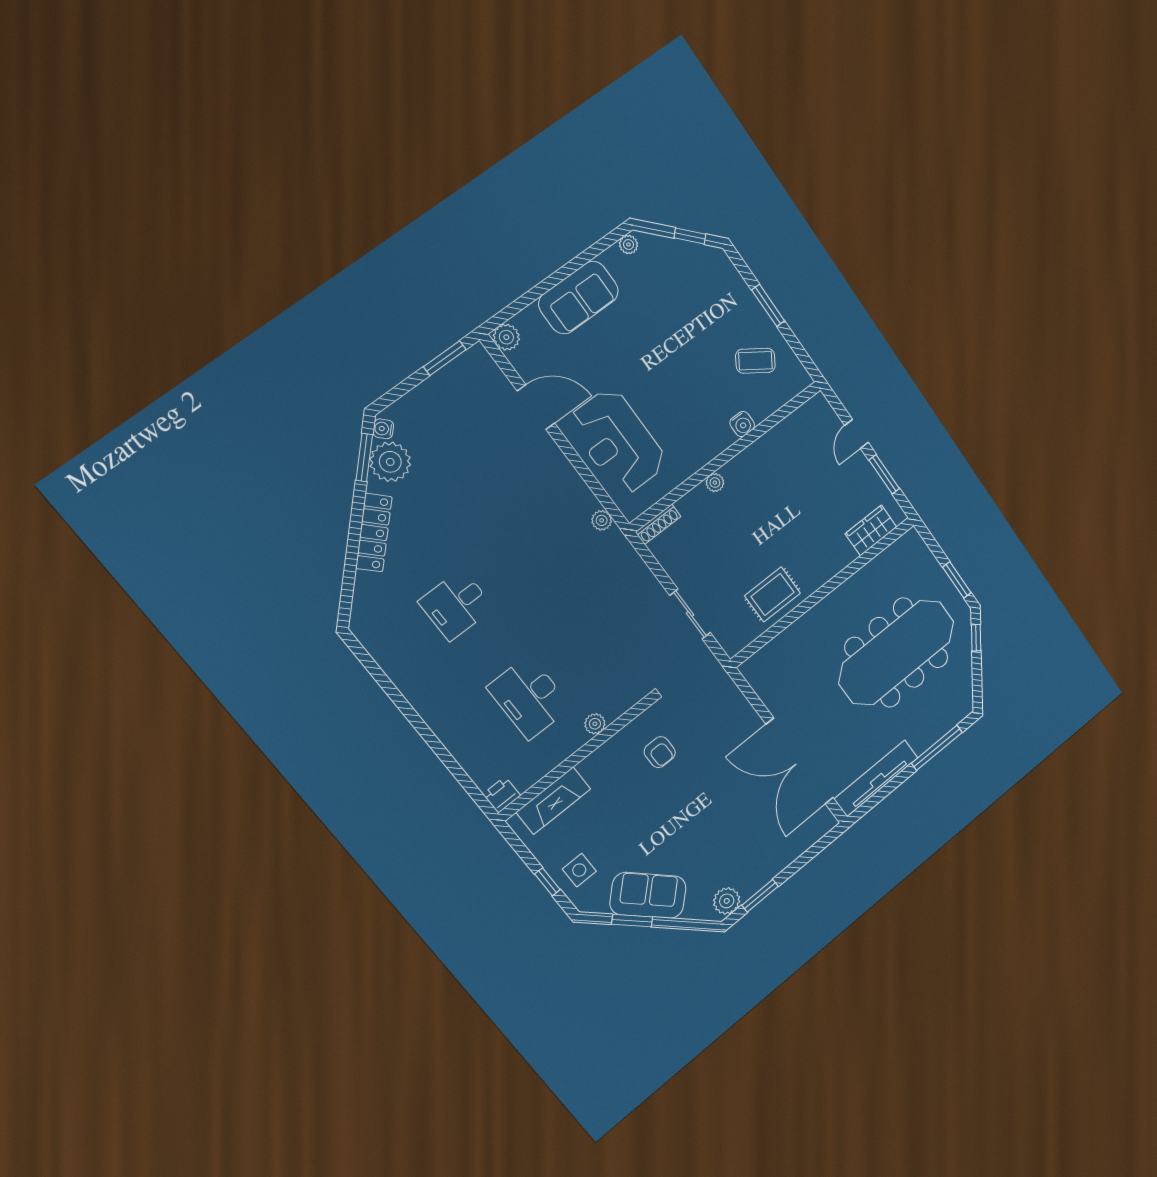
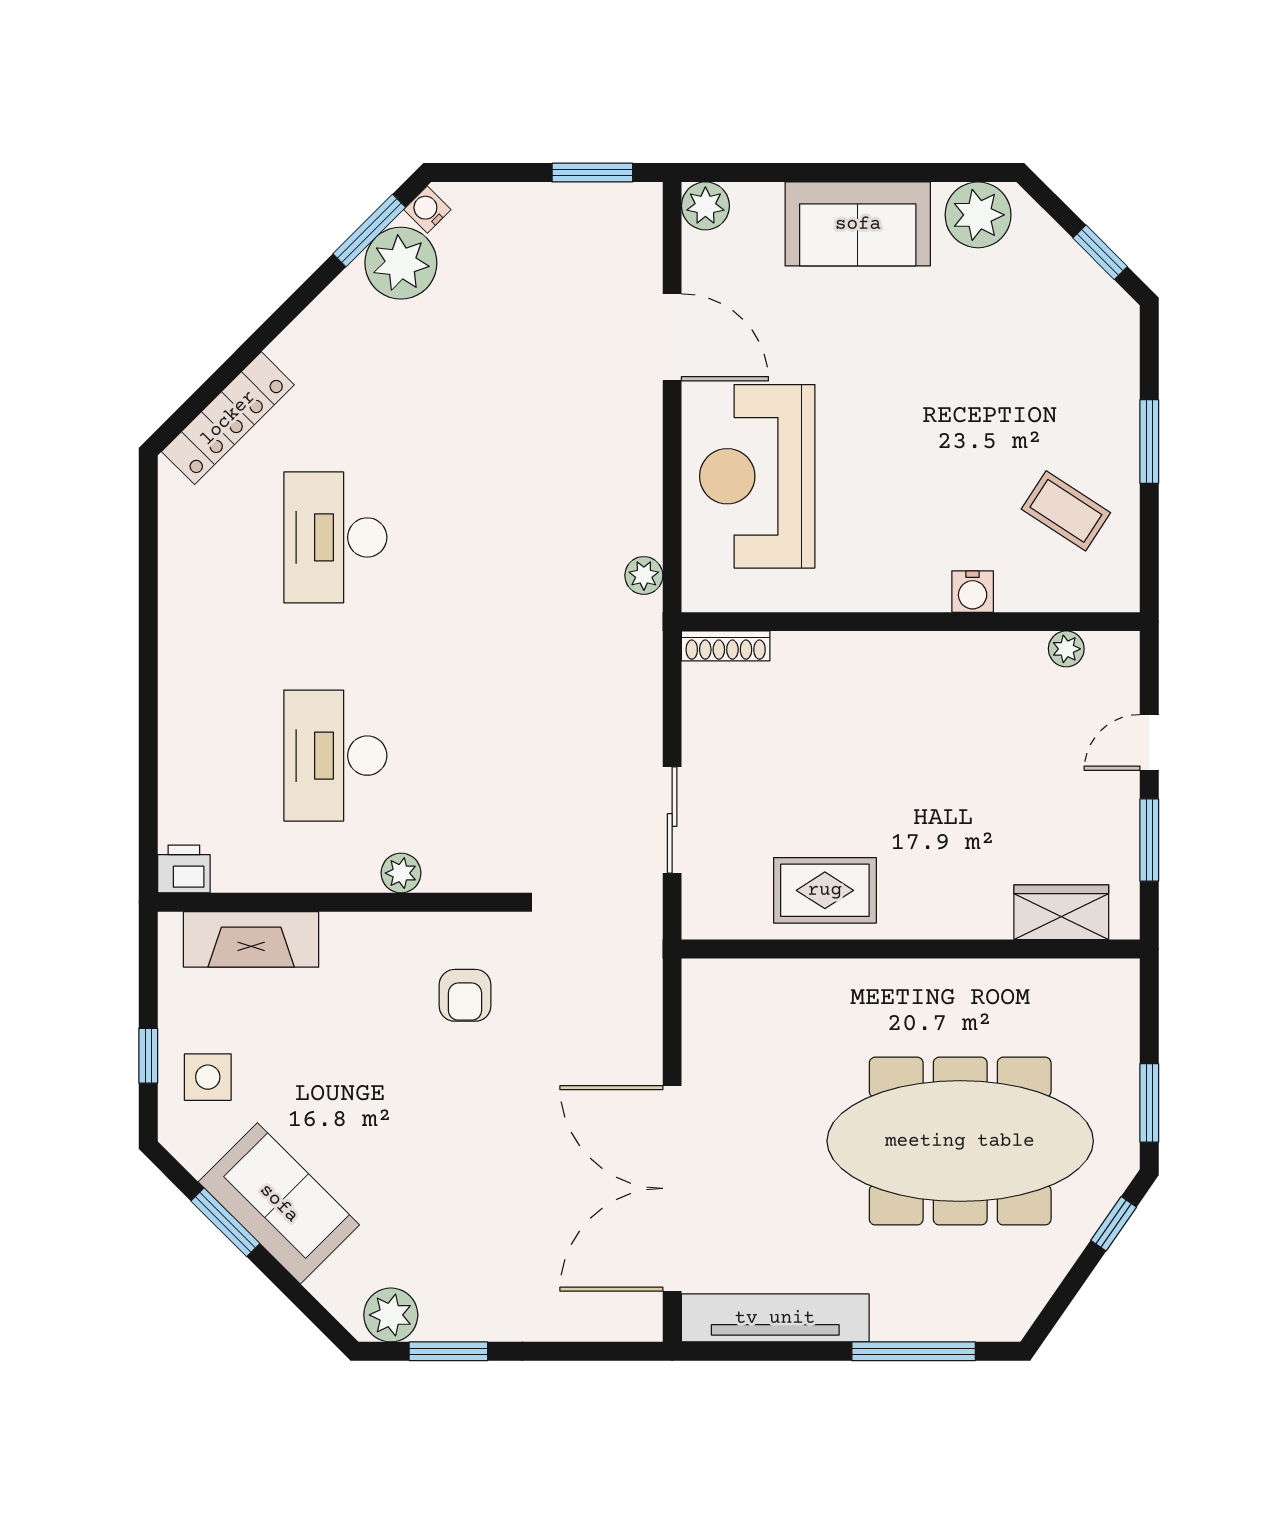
plant: (628, 245) -> (978, 215), width x1.88, depth x1.88
plant: (715, 483) -> (1066, 649), moved
locker: (374, 533) -> (228, 418), moved
desk: (456, 605) -> (335, 537), width x1.37

